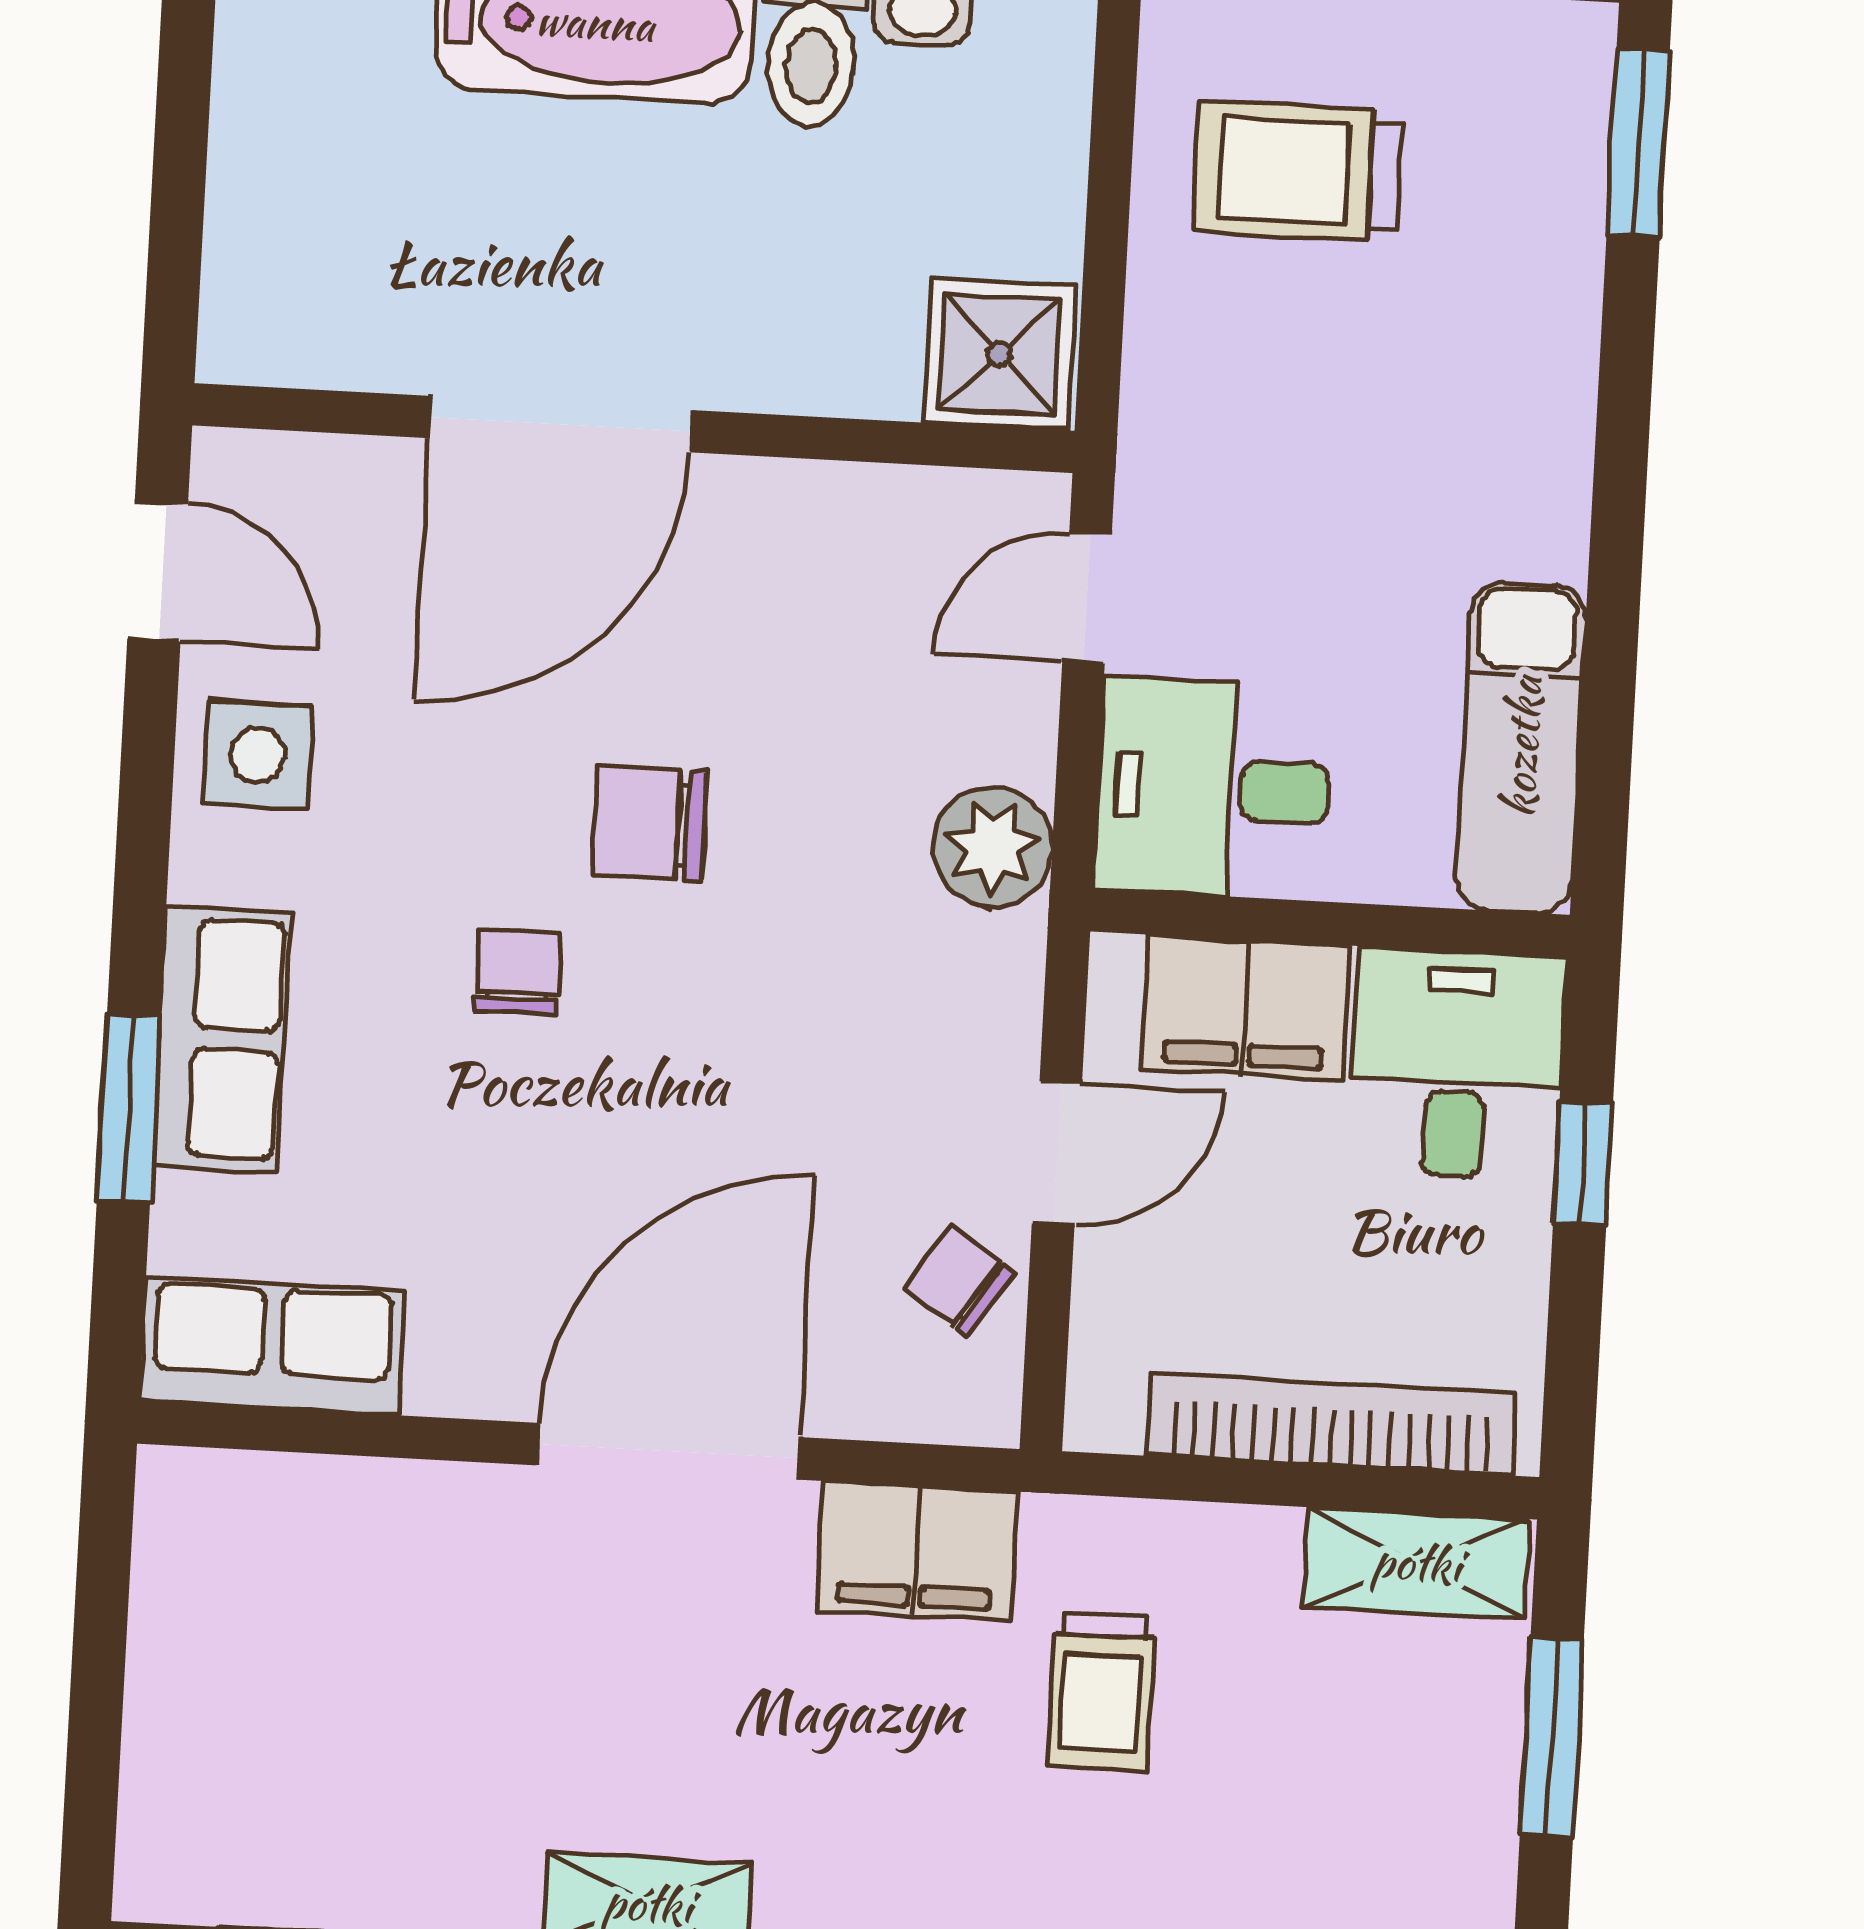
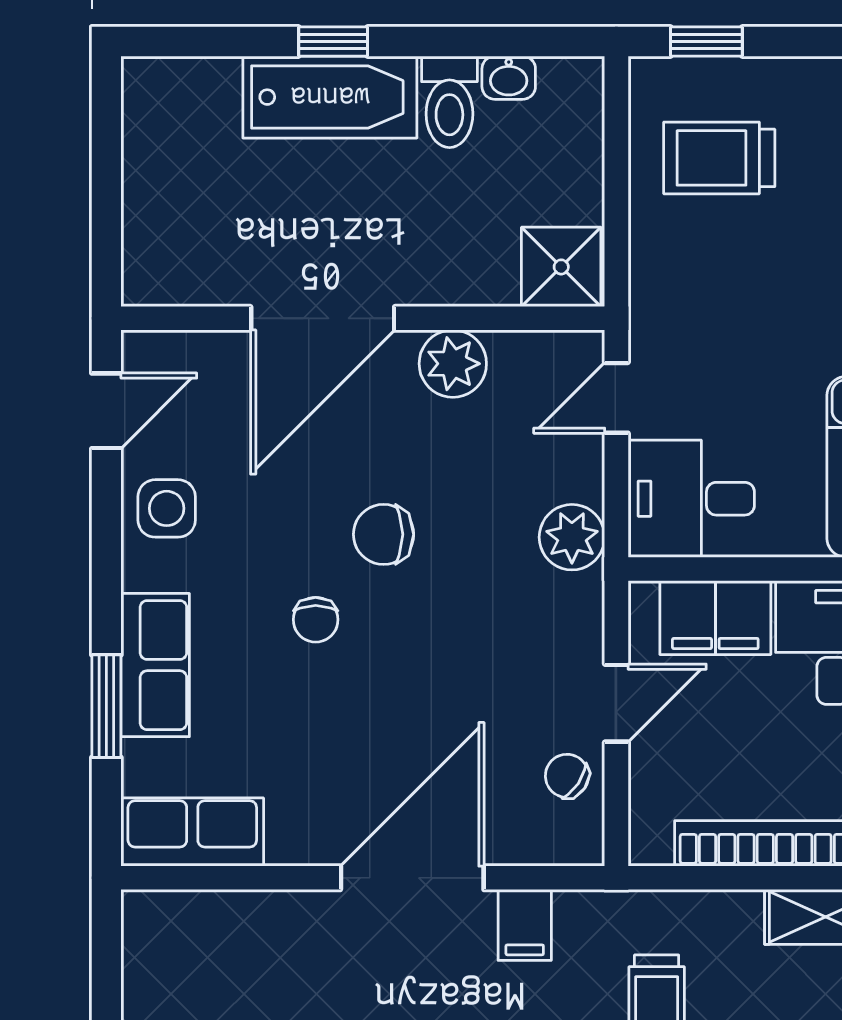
plant: (793, 519) -> (453, 364), added
door: (158, 571) -> (106, 411), hinge flipped
chair: (518, 972) -> (316, 620), turned 180
filing cabinet: (917, 1551) -> (525, 925), width x0.50

